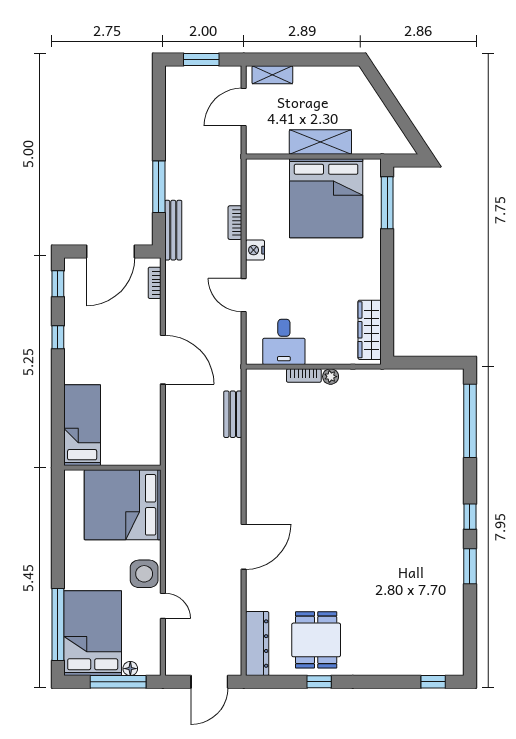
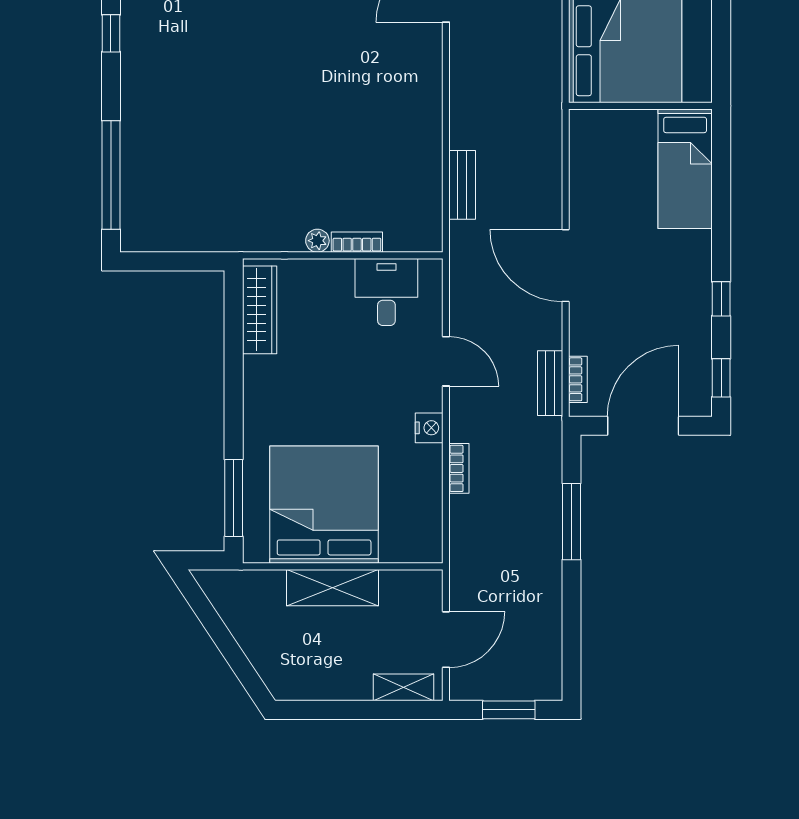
bench: (173, 230) -> (550, 383), moved, width x0.73

